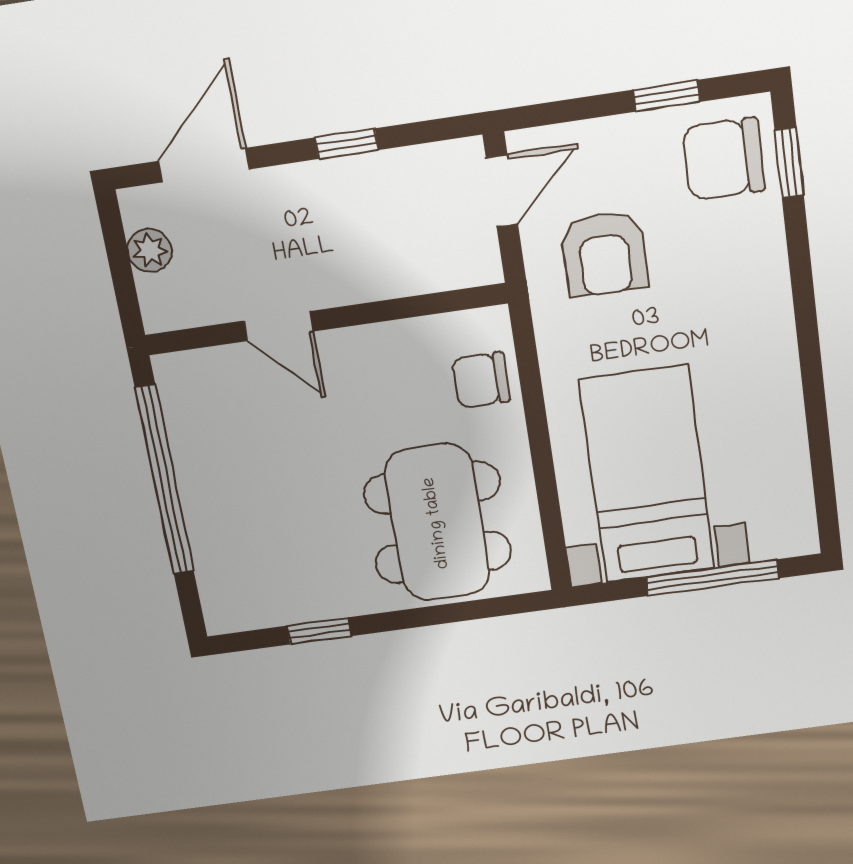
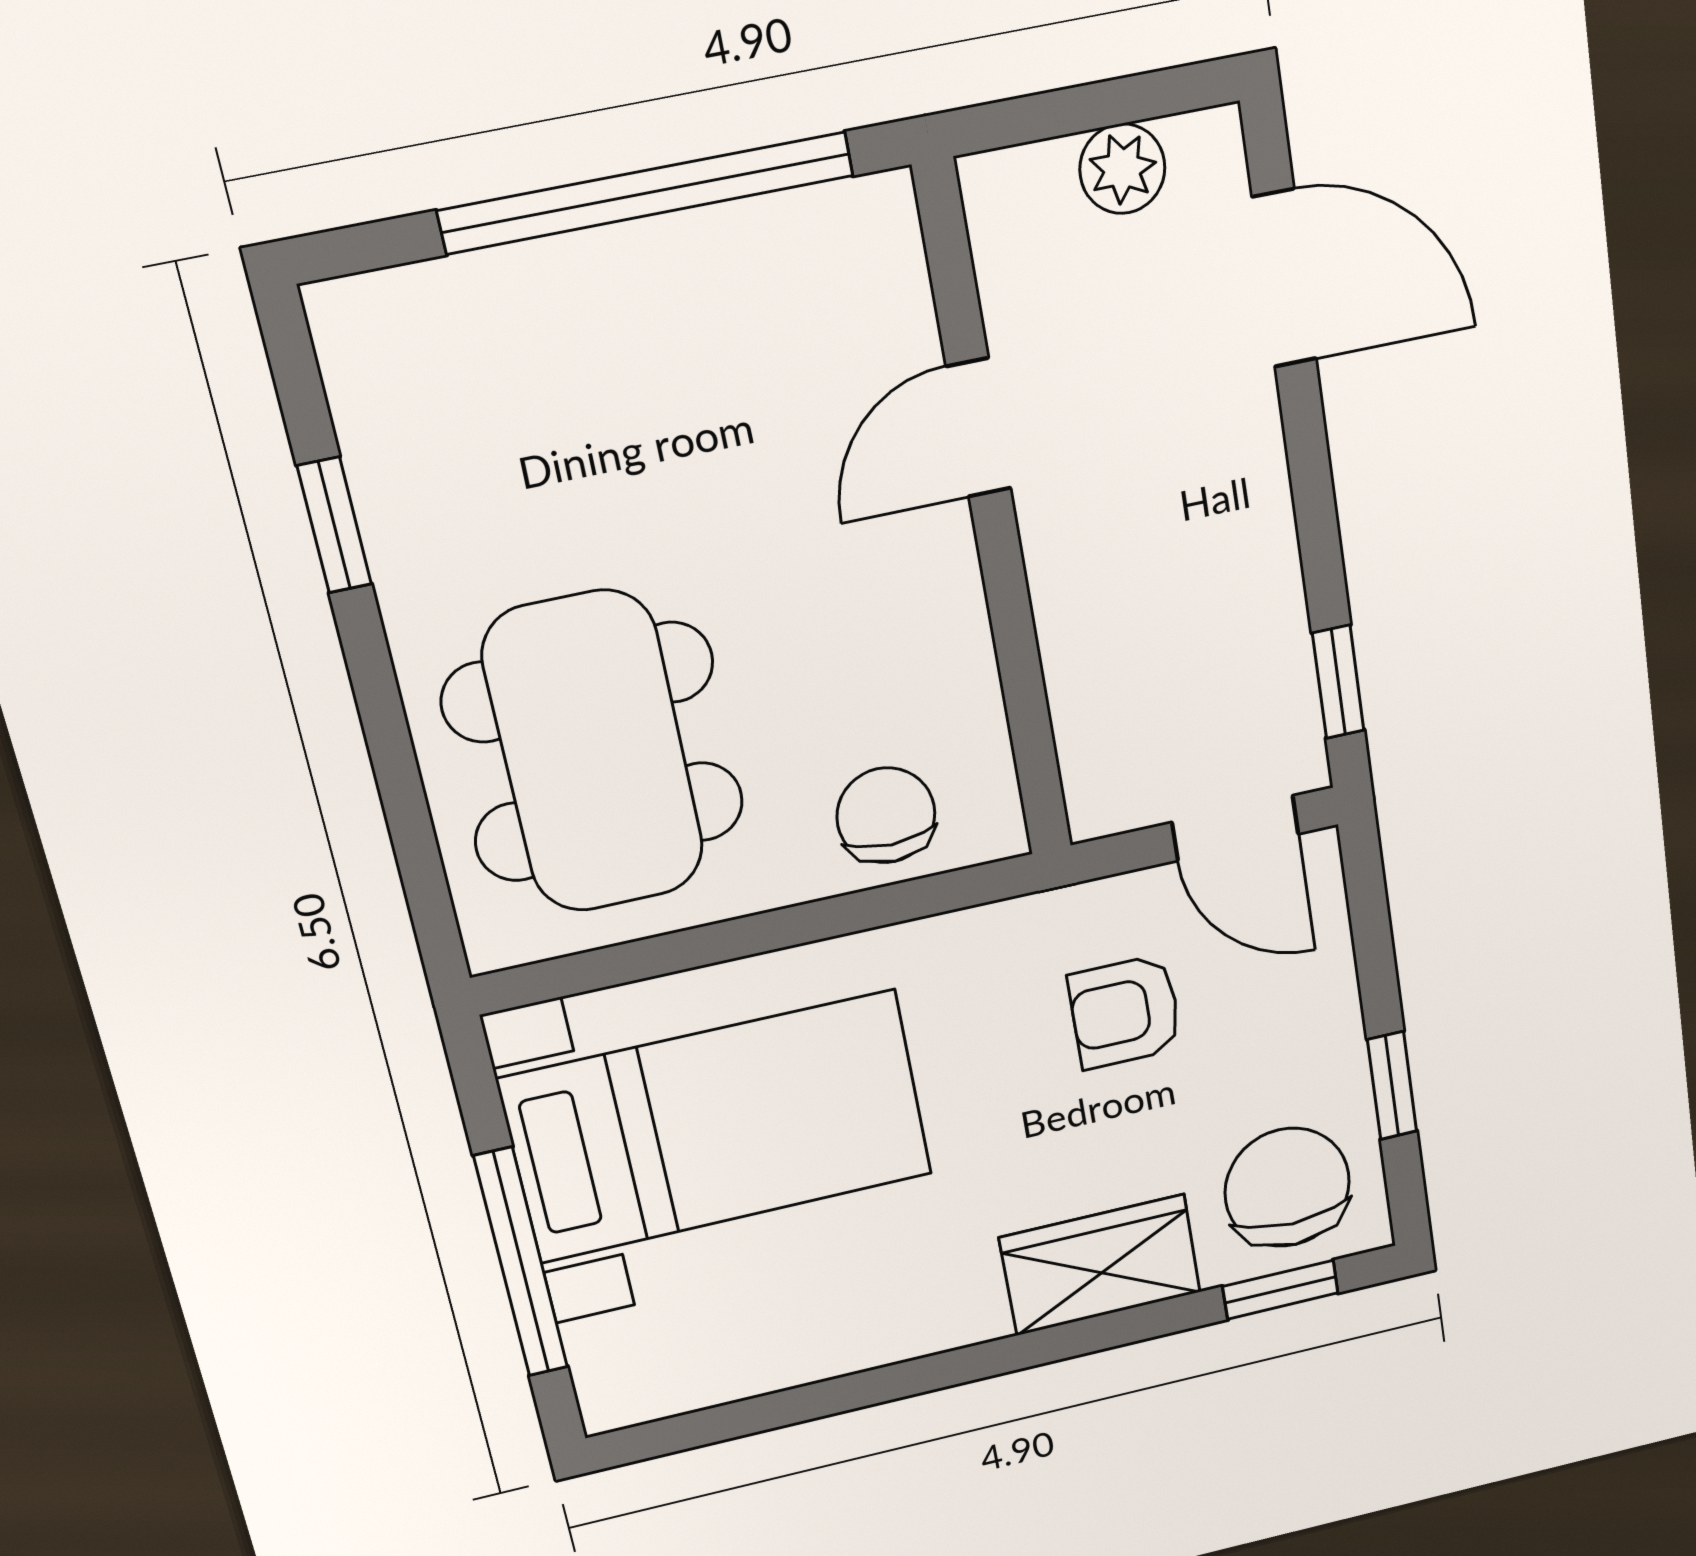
window: (346, 144) -> (1338, 682), moved
armchair: (604, 254) -> (1125, 1012), width x0.72, depth x0.72
wardrobe: (758, 270) -> (1100, 1265), added
dining table: (437, 523) -> (594, 752), turned 90

